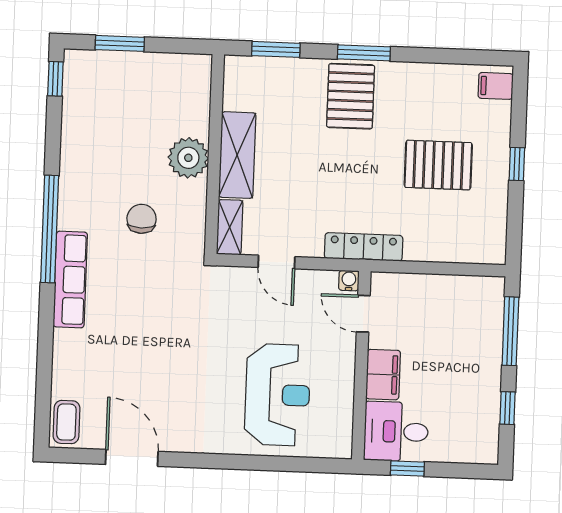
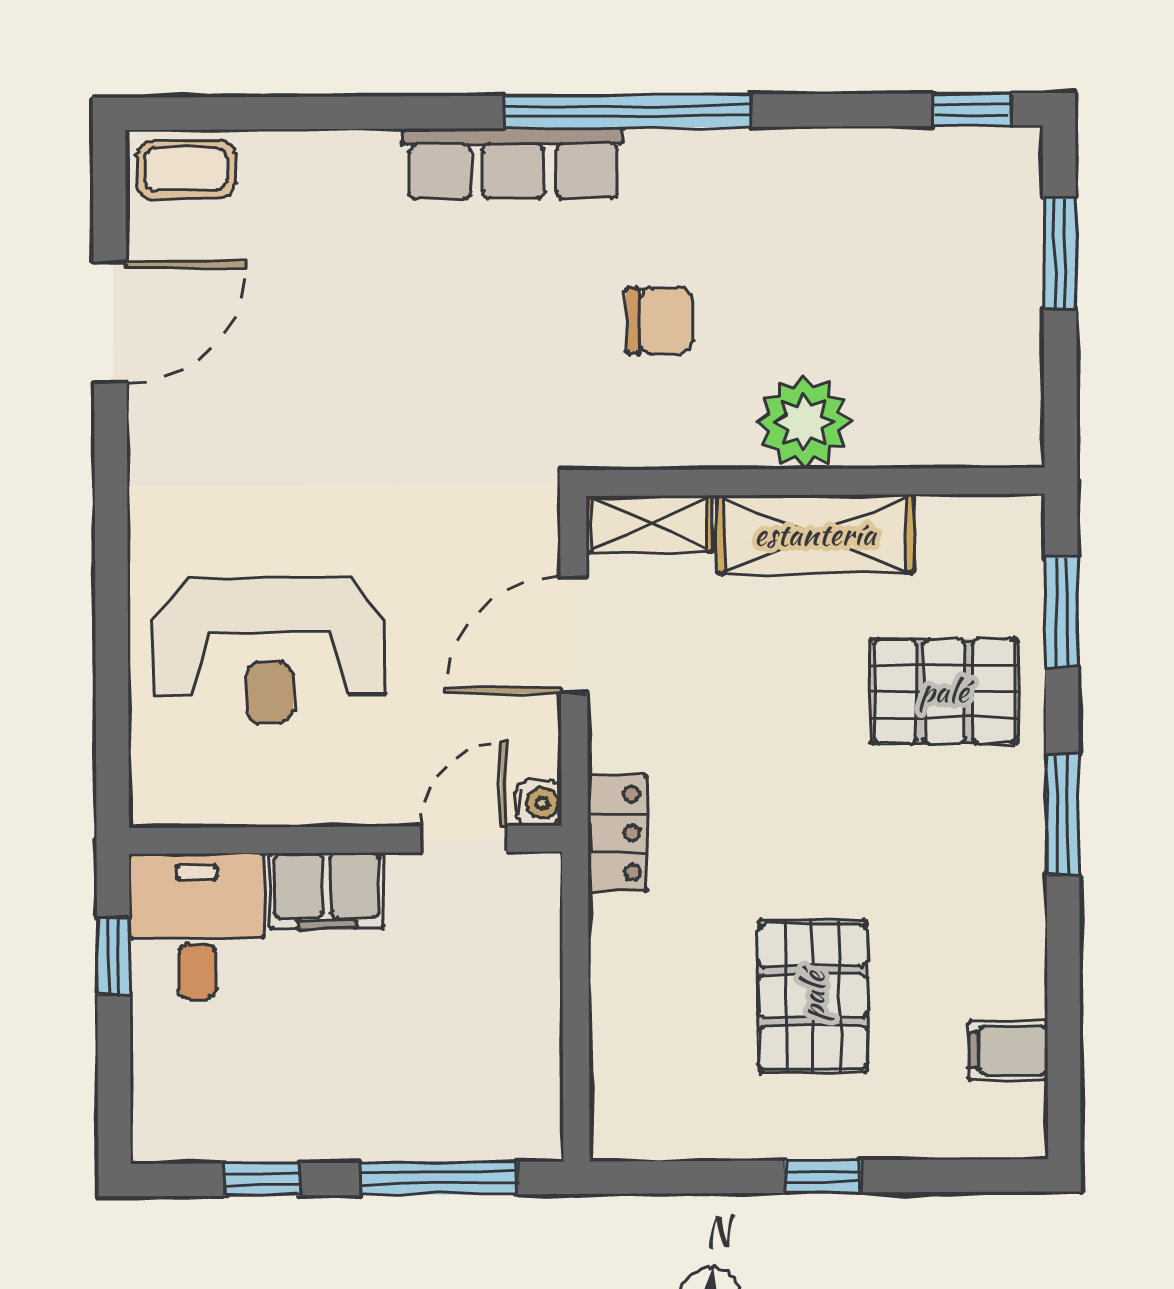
filing cabinet: (496, 86) -> (1008, 1050), moved, turned -90
pallet: (351, 96) -> (944, 691), moved
locker: (364, 247) -> (617, 833), width x0.66
door: (277, 262) -> (574, 635), width x1.38

